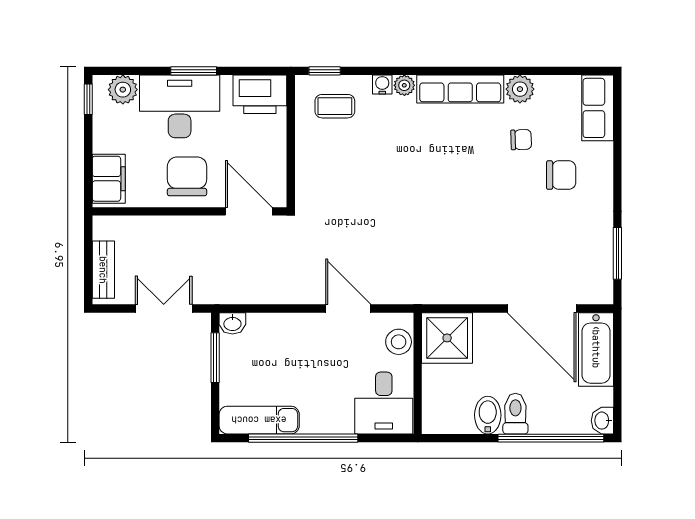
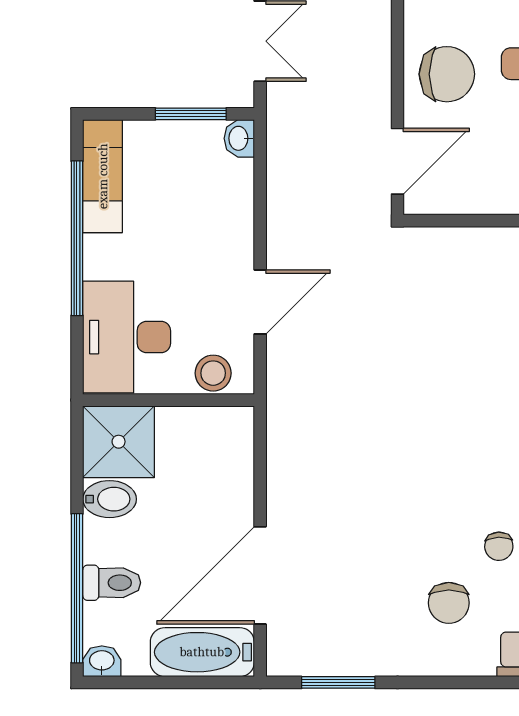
shower: (447, 338) -> (119, 442), moved
desk: (384, 403) -> (127, 337), width x1.37
toilet: (515, 414) -> (112, 583), moved

